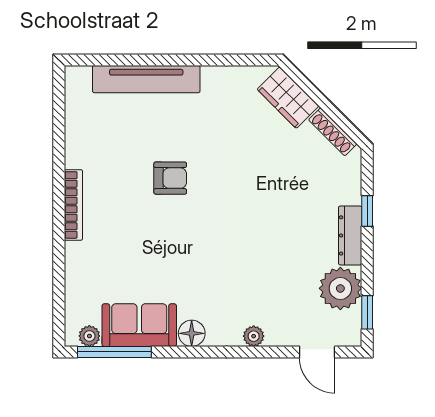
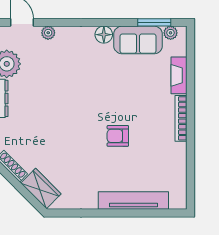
fireplace: (76, 271) -> (179, 75), added
plant: (254, 336) -> (48, 33), moved
window: (114, 352) -> (154, 22), width x0.69

